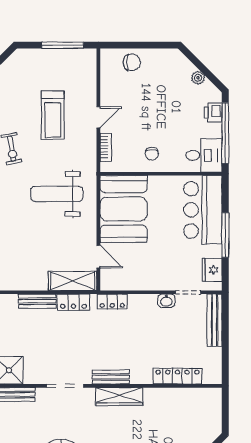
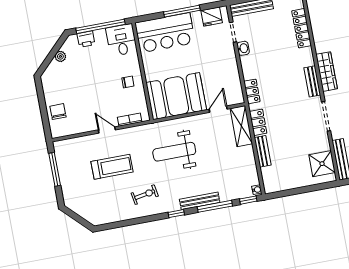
weight bench: (57, 194) -> (174, 152), turned 90

